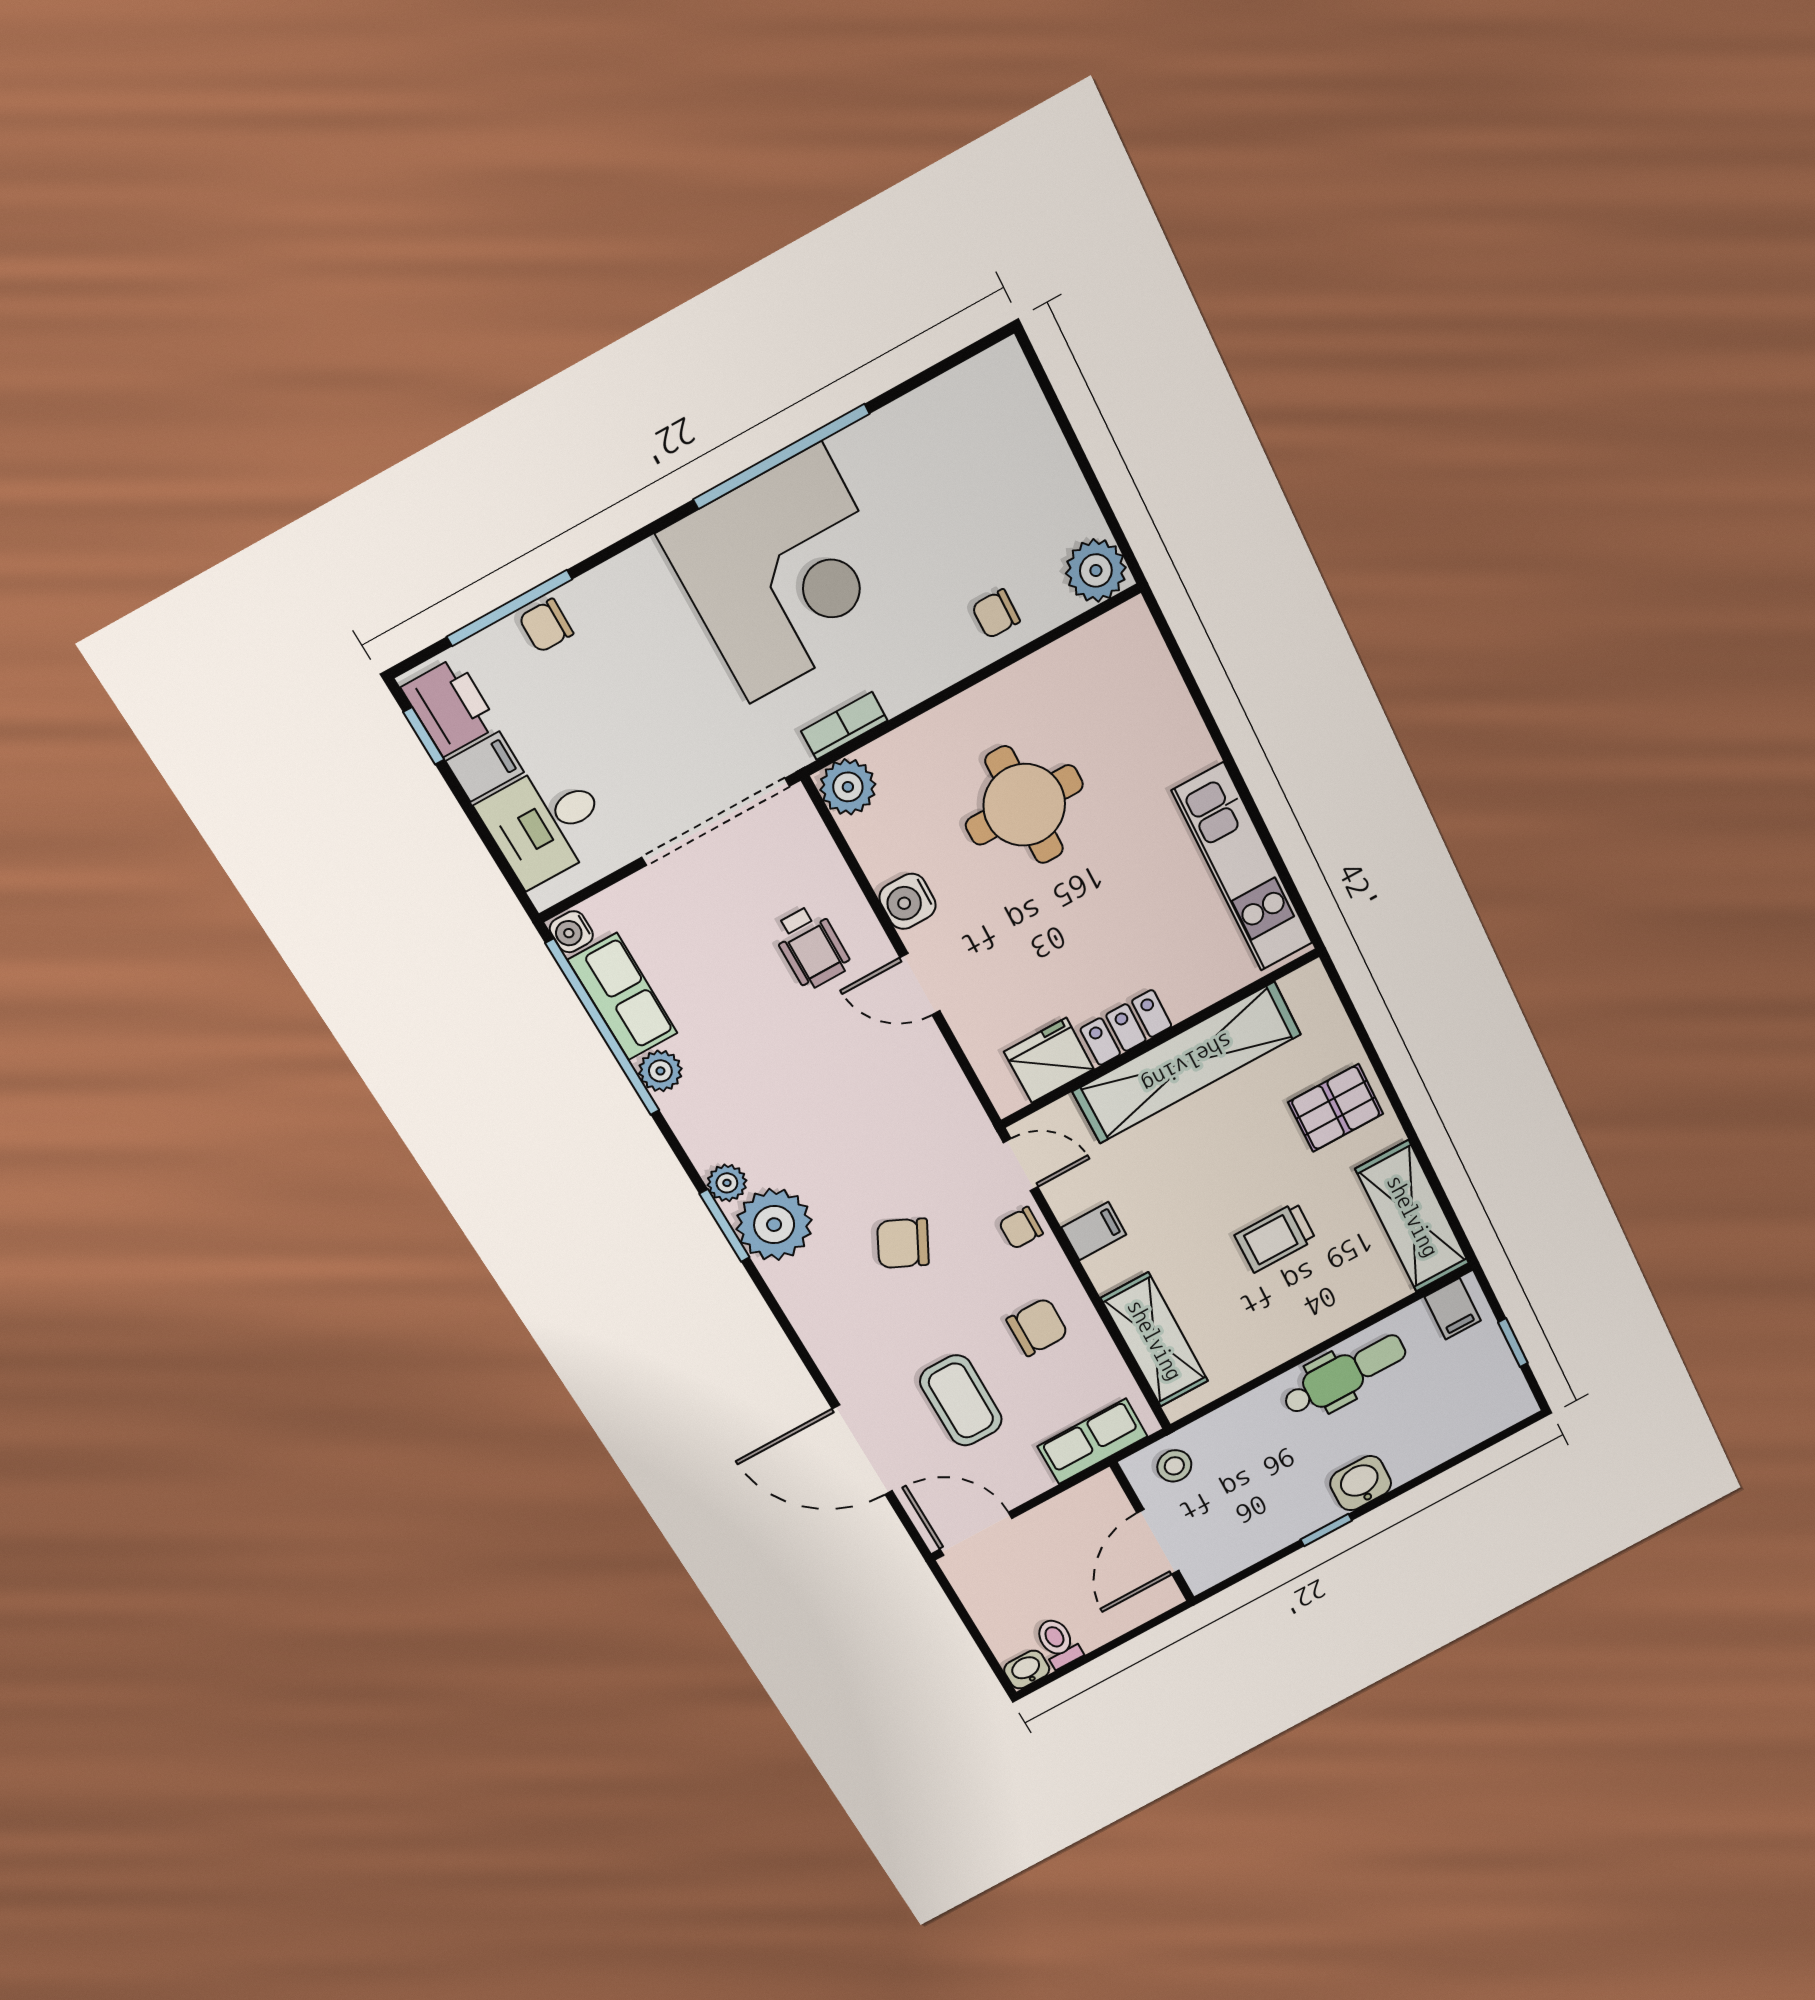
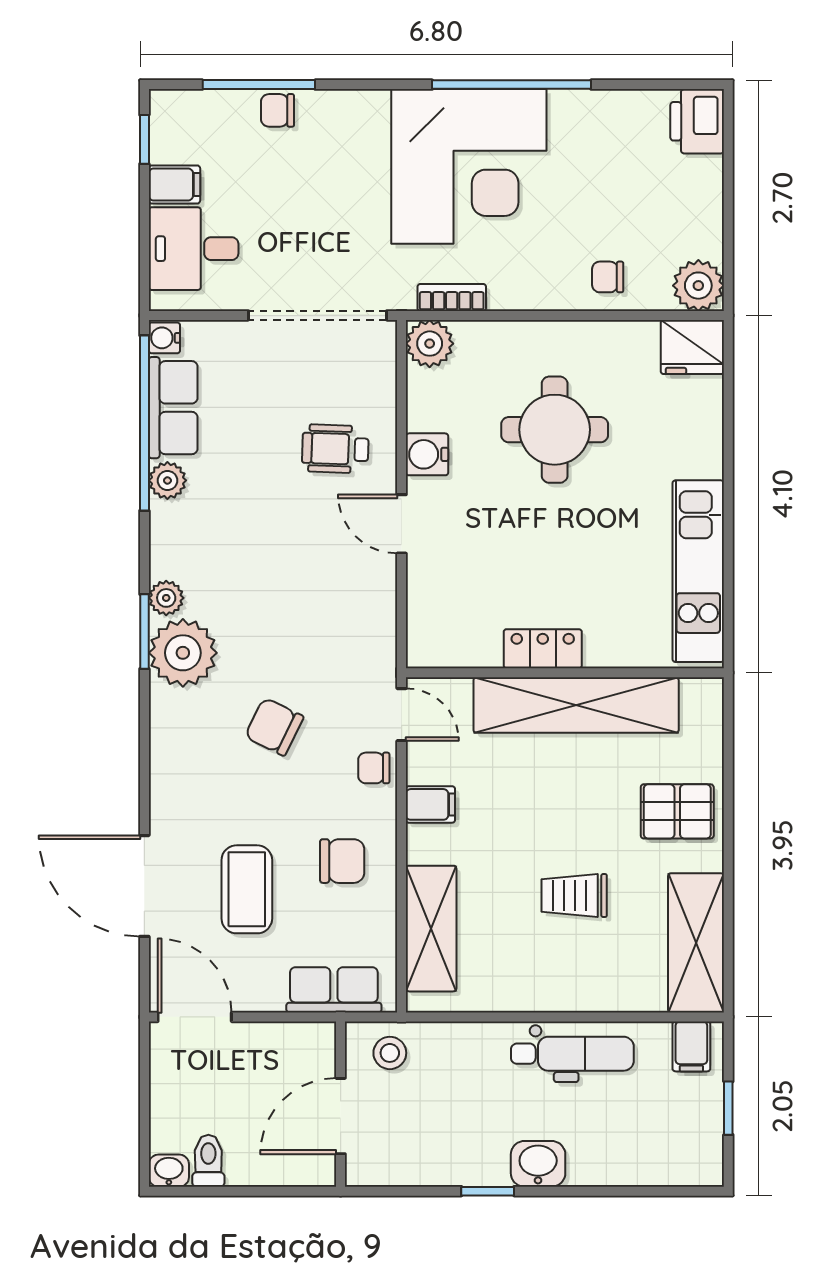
printer: (450, 707) -> (697, 121), moved, turned 180
wheelchair: (811, 947) -> (335, 449), turned 92
fridge: (1049, 1060) -> (692, 347), moved, turned 180

